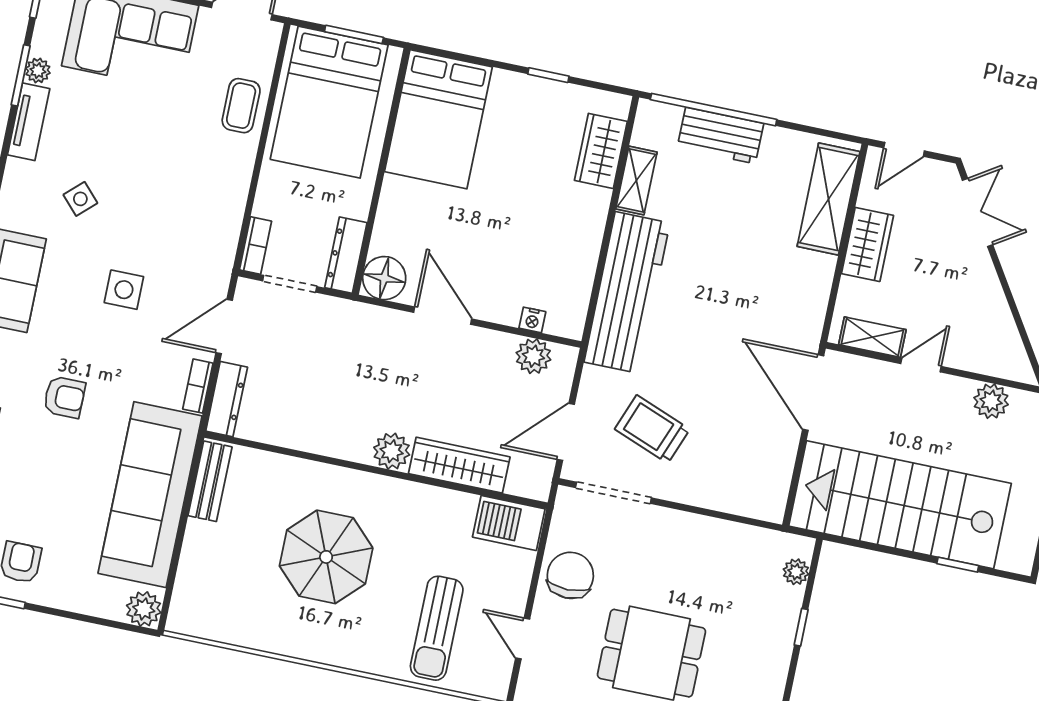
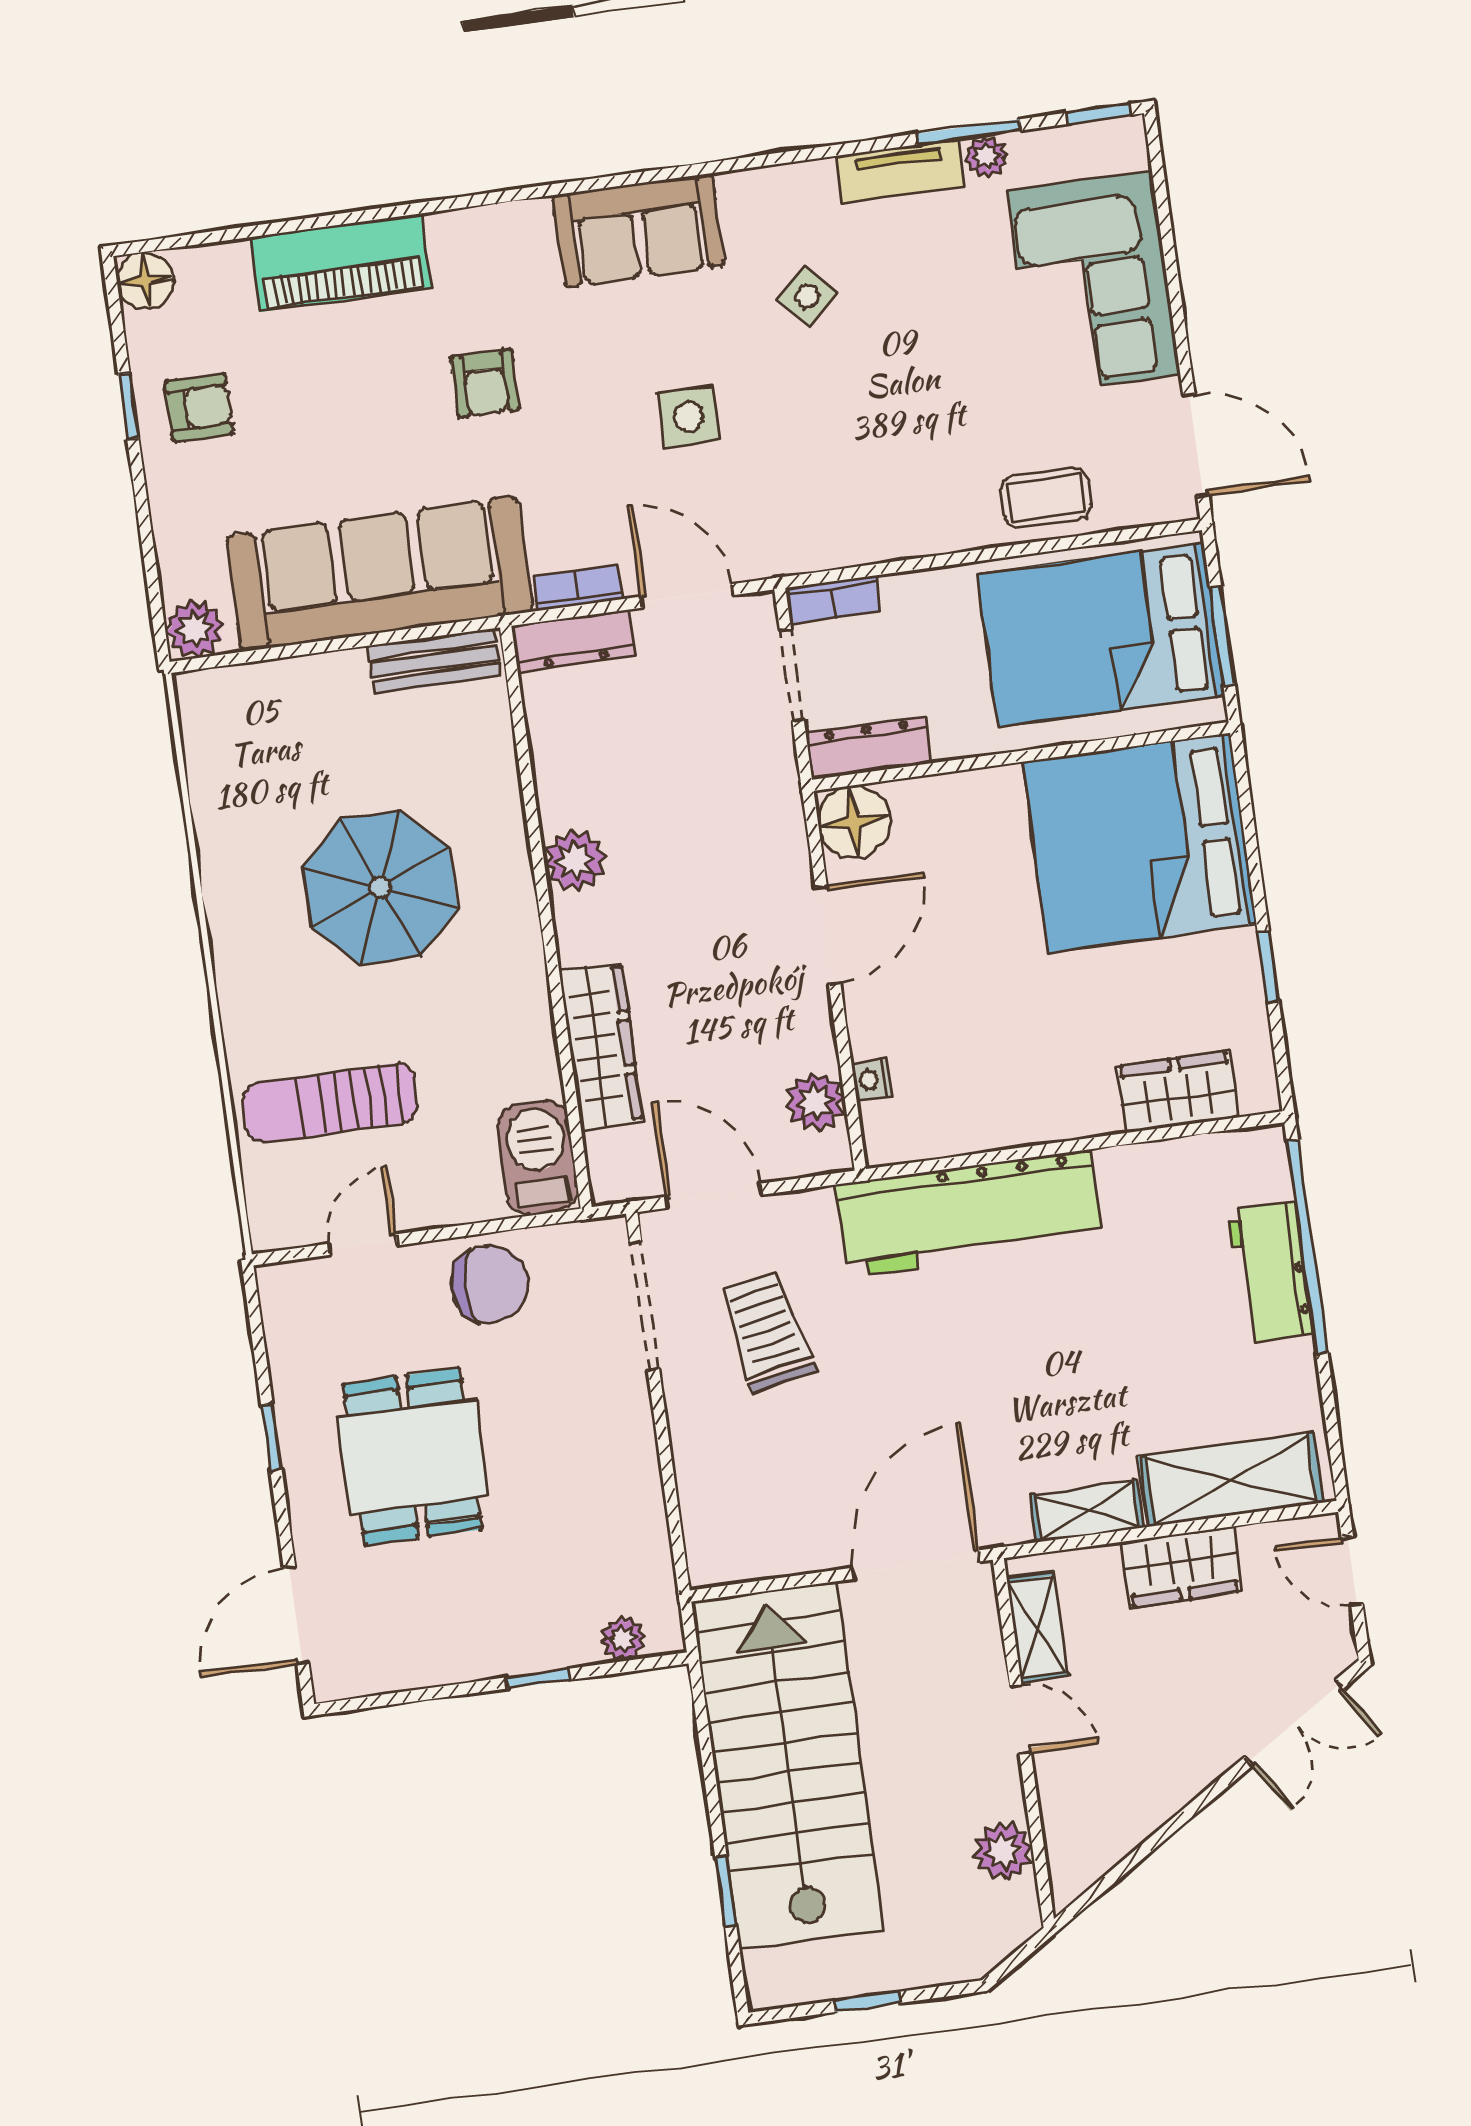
bed: (438, 119) -> (1140, 843), width x1.36
shelving: (636, 180) -> (1087, 1511), moved
trolley: (652, 429) -> (767, 1331), turned -32
plant: (392, 451) -> (575, 860), moved

